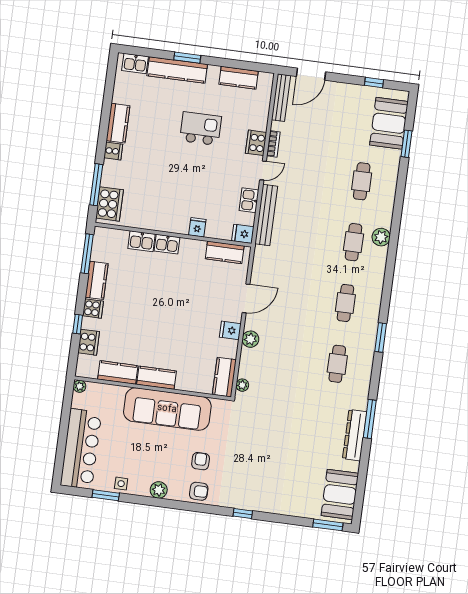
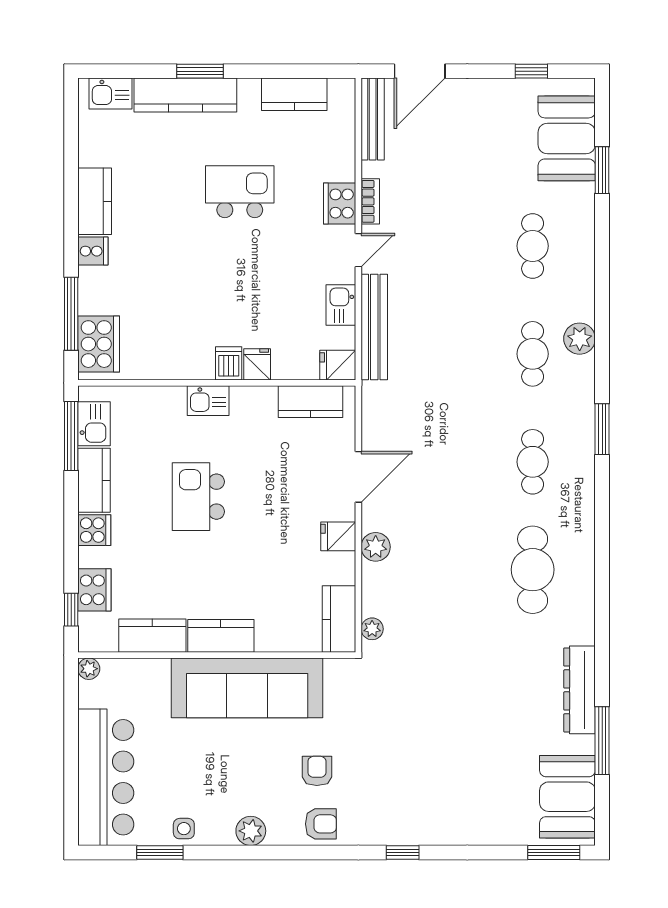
dishwasher: (181, 225) -> (229, 363), added
kitchen sink: (141, 241) -> (94, 424), moved, turned -90
kitchen island: (154, 297) -> (198, 497), added
window: (78, 324) -> (71, 610), moved
window: (381, 338) -> (602, 429), moved
cafe table: (337, 364) -> (533, 570), width x1.37, depth x1.35
window: (370, 419) -> (602, 741), moved

